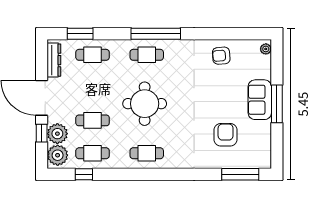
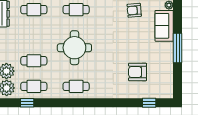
sofa: (260, 100) -> (164, 26), moved
armchair: (226, 135) -> (138, 72), turned -90
window: (240, 174) -> (149, 103), width x0.46

